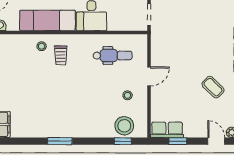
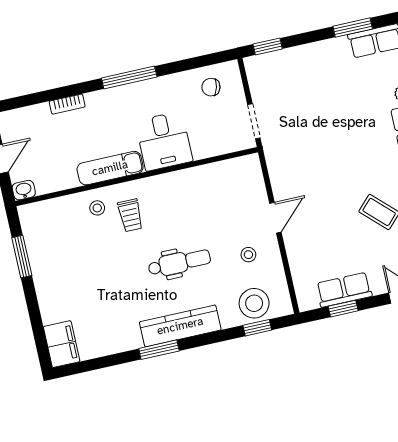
exam couch: (47, 20) -> (110, 168), width x0.73, depth x0.69
dental chair: (113, 56) -> (179, 263), moved
kitchen counter: (76, 130) -> (180, 326), added
row of seats: (167, 130) -> (344, 290), moved

